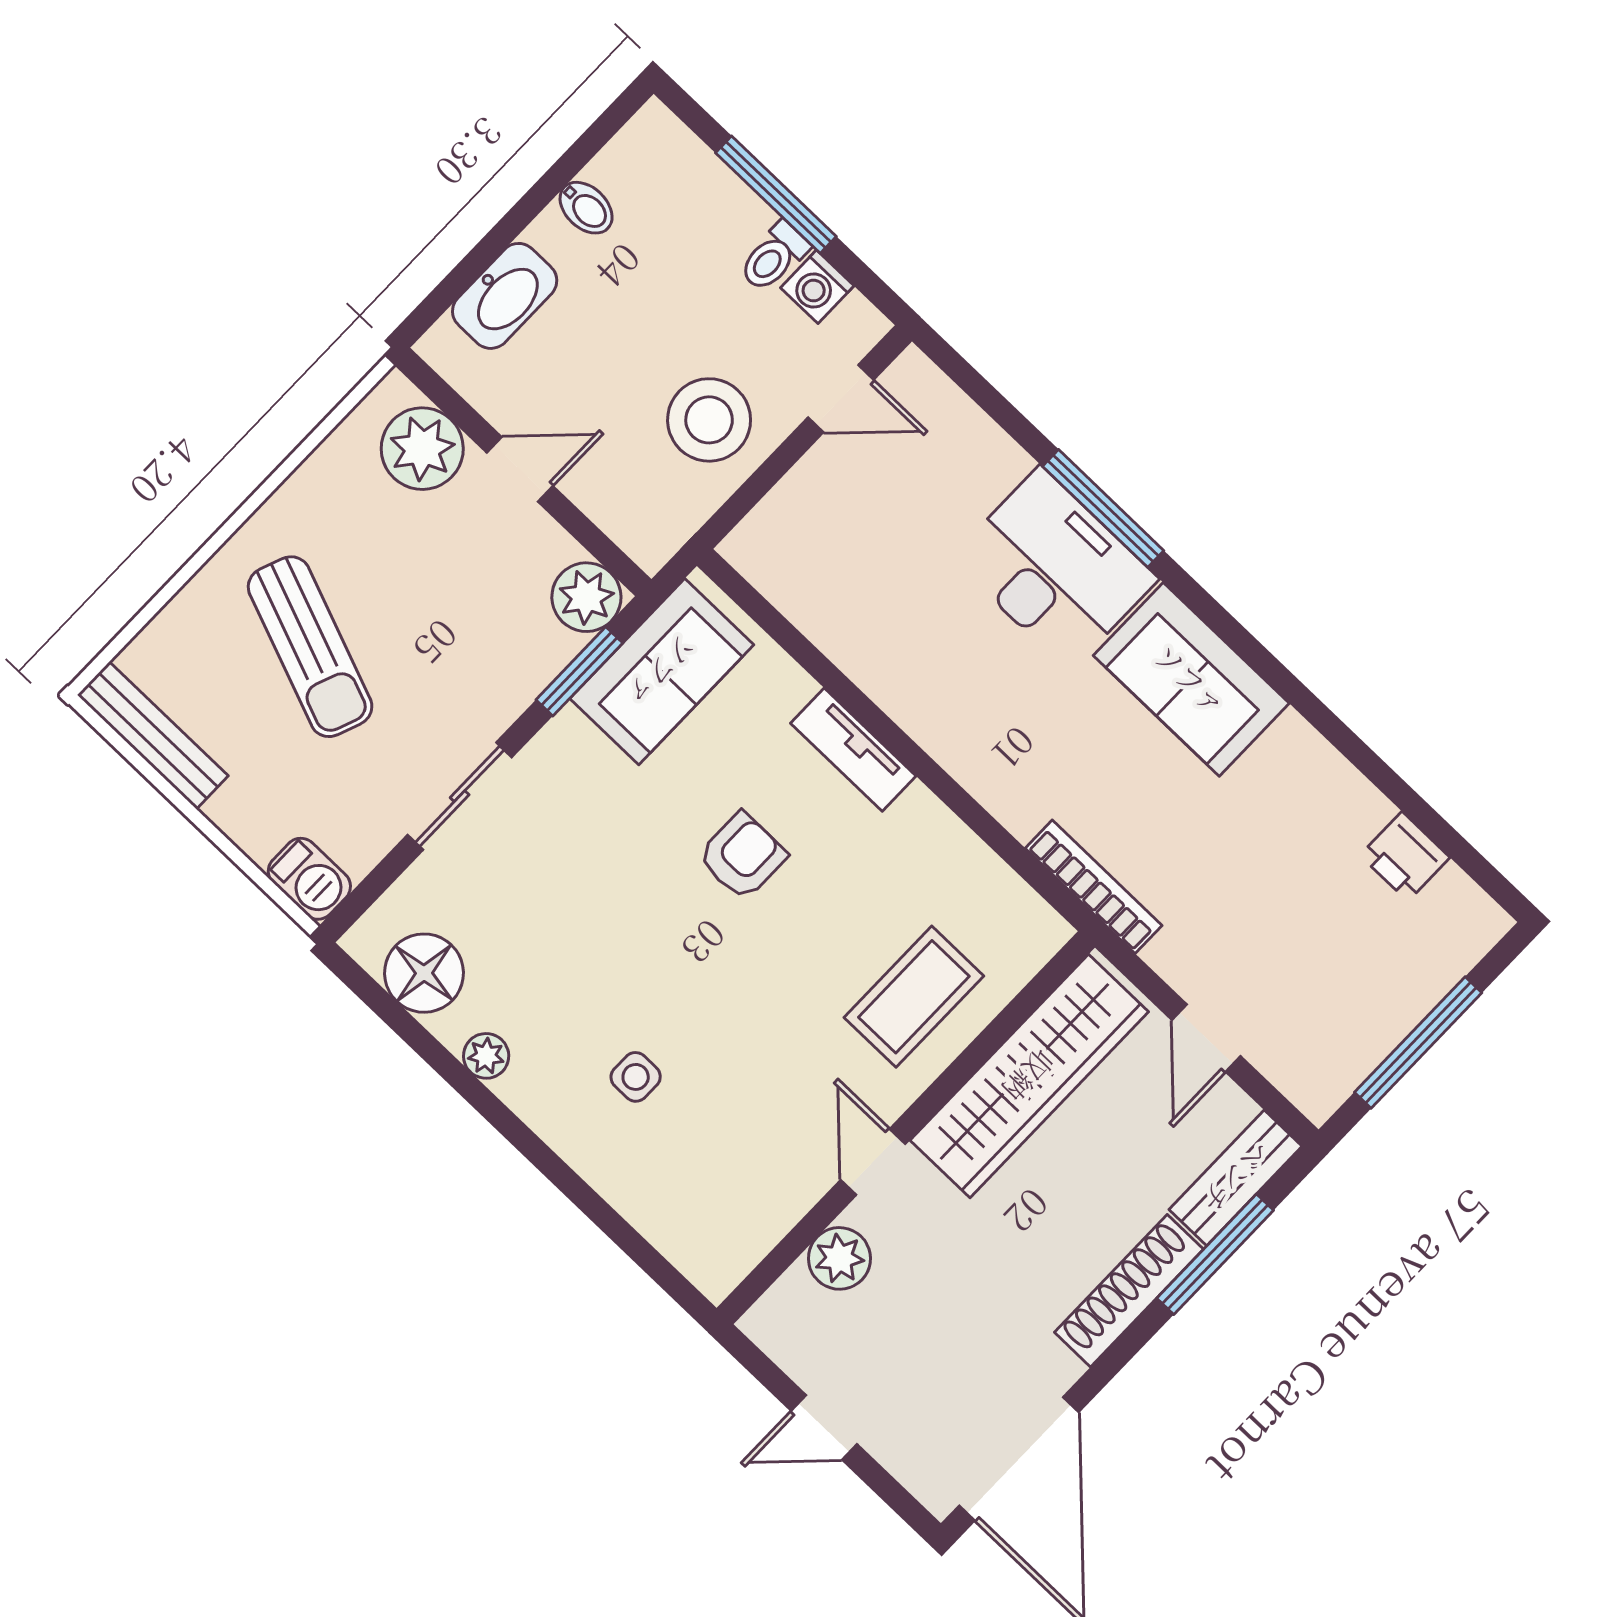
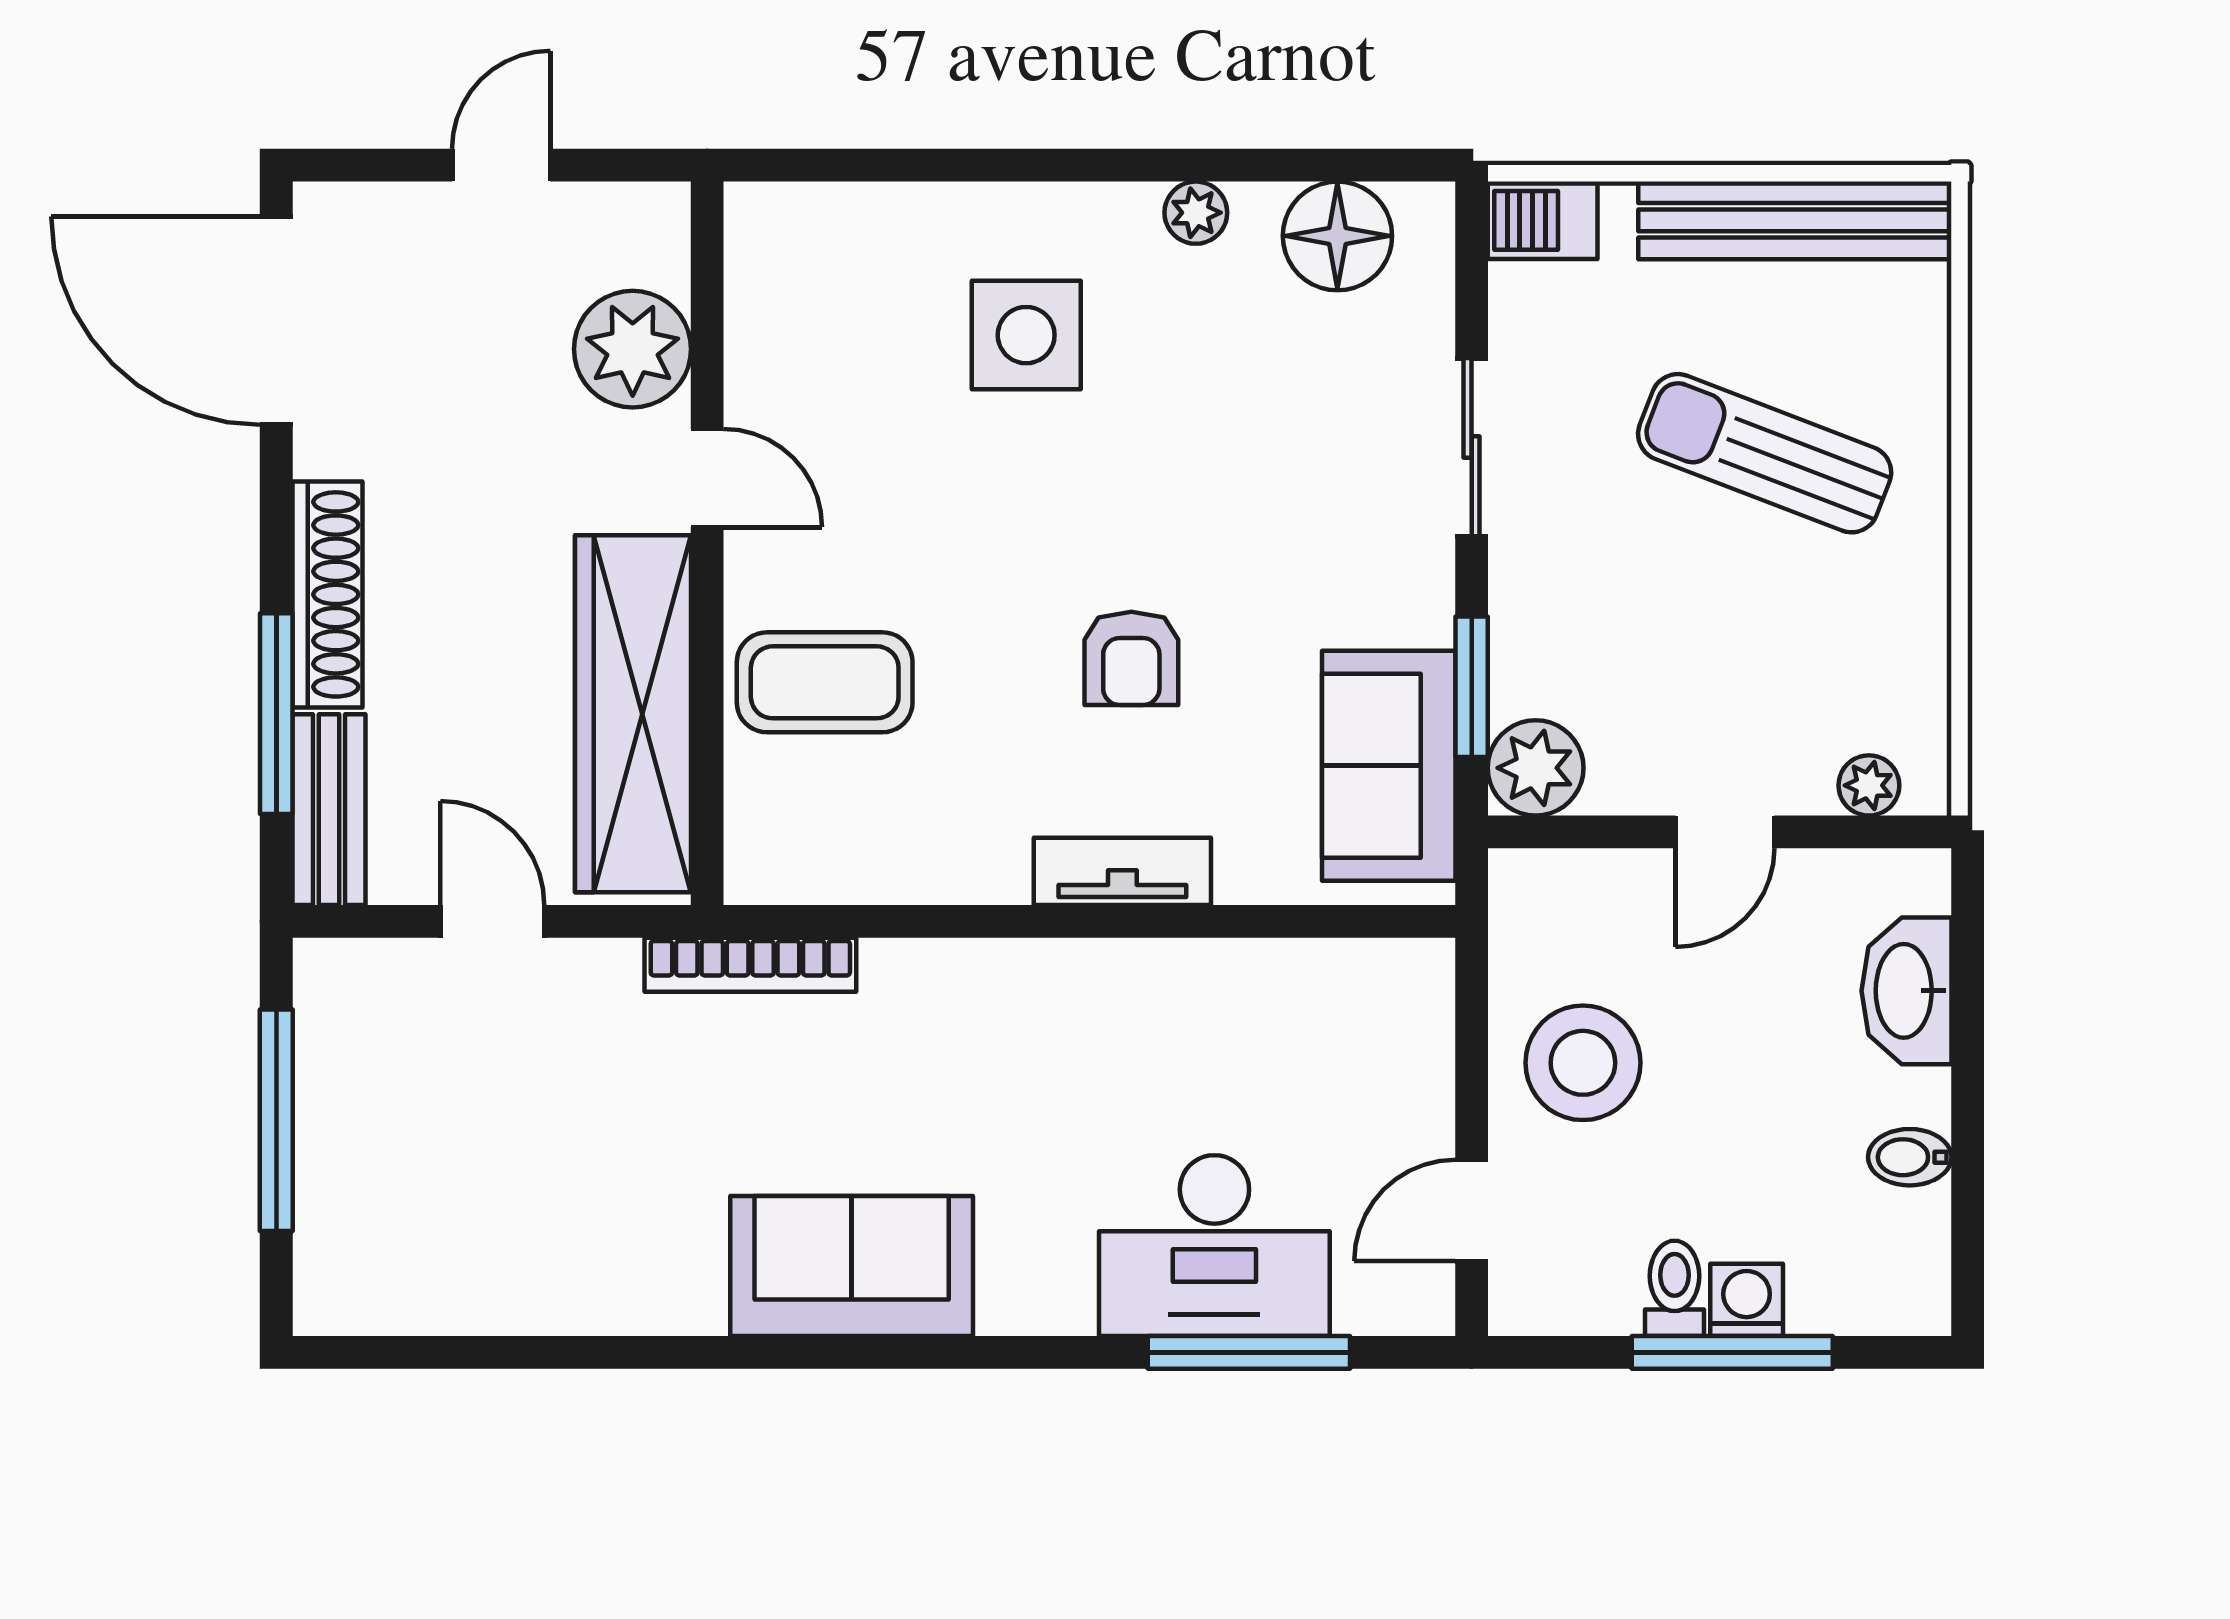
washing machine: (817, 287) -> (1747, 1300), moved
plant: (422, 449) -> (1869, 785), width x0.53, depth x0.53
window: (1103, 508) -> (1249, 1352), moved
desk: (1055, 569) -> (1214, 1246), moved
bench: (153, 735) -> (1795, 220), width x1.37, depth x1.21
printer: (1405, 856) -> (468, 1294), removed
coffee table: (914, 997) -> (825, 682), turned 90
side table: (636, 1077) -> (1026, 335), width x1.87, depth x1.87
plant: (839, 1258) -> (633, 349), width x1.36, depth x1.36

